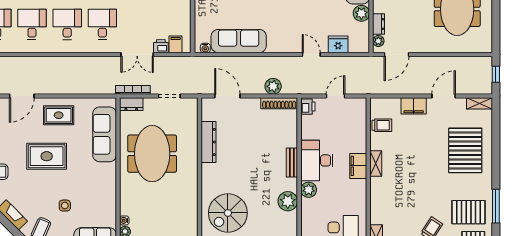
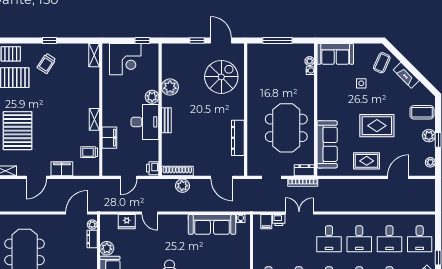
filing cabinet: (358, 166) -> (109, 138), moved

